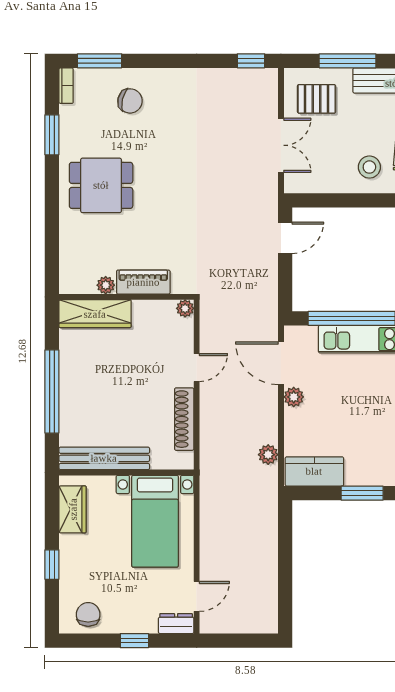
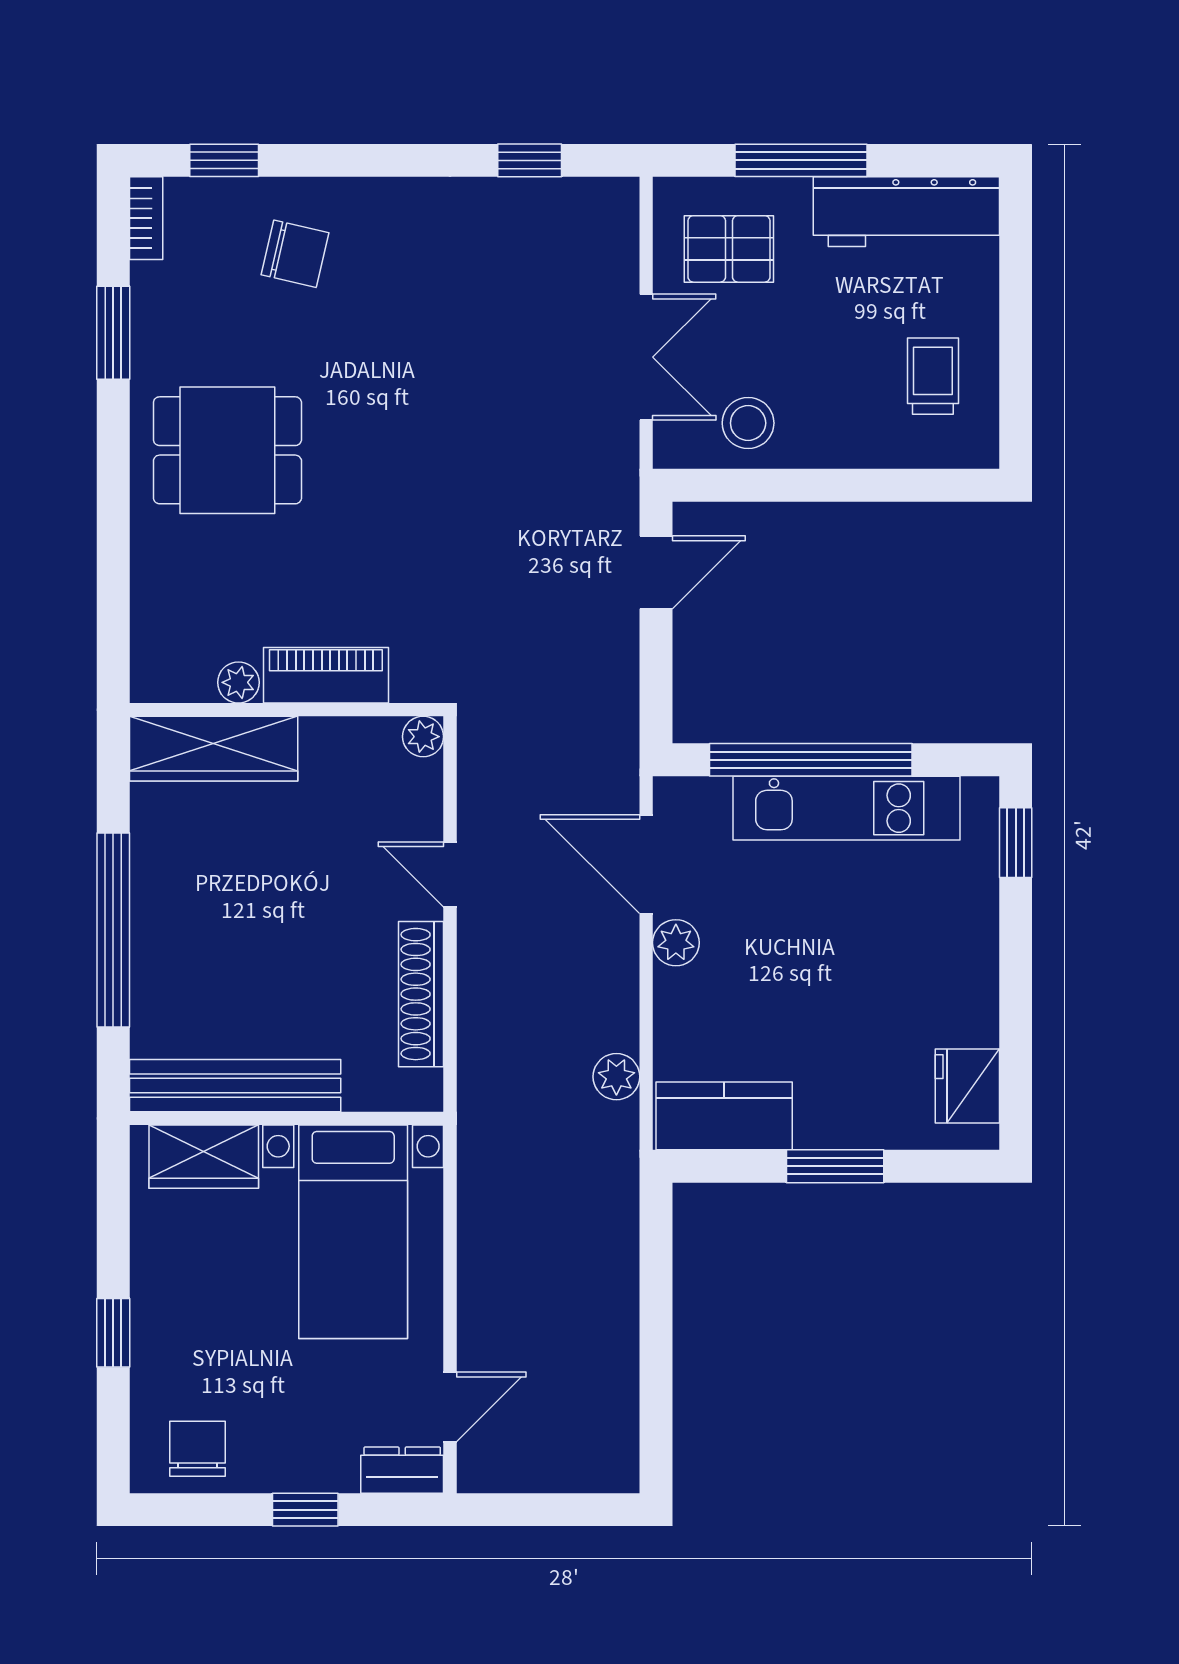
window: (100, 61) -> (224, 160), width x0.67
window: (251, 61) -> (530, 160), moved
stool: (369, 167) -> (748, 423), moved
door: (197, 368) -> (450, 874), swing flipped
wardrobe: (73, 509) -> (204, 1157), moved, turned 90

